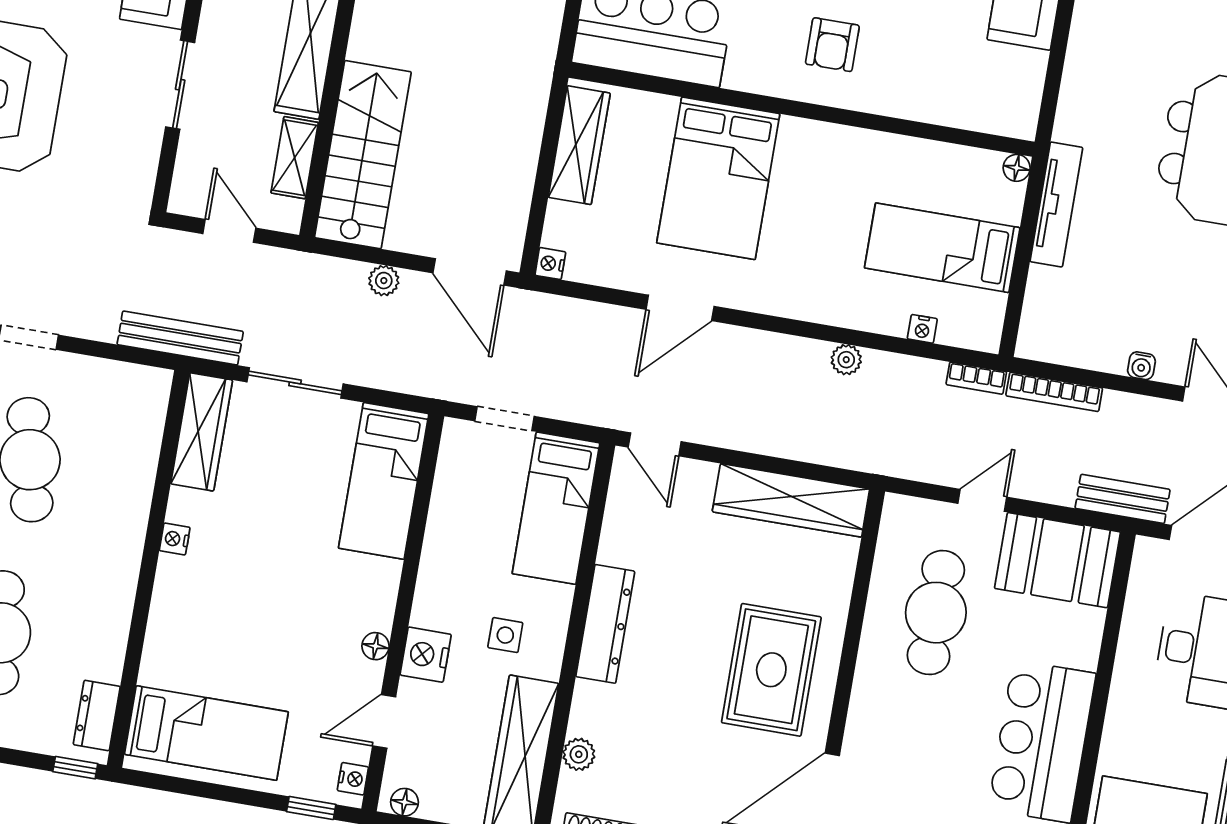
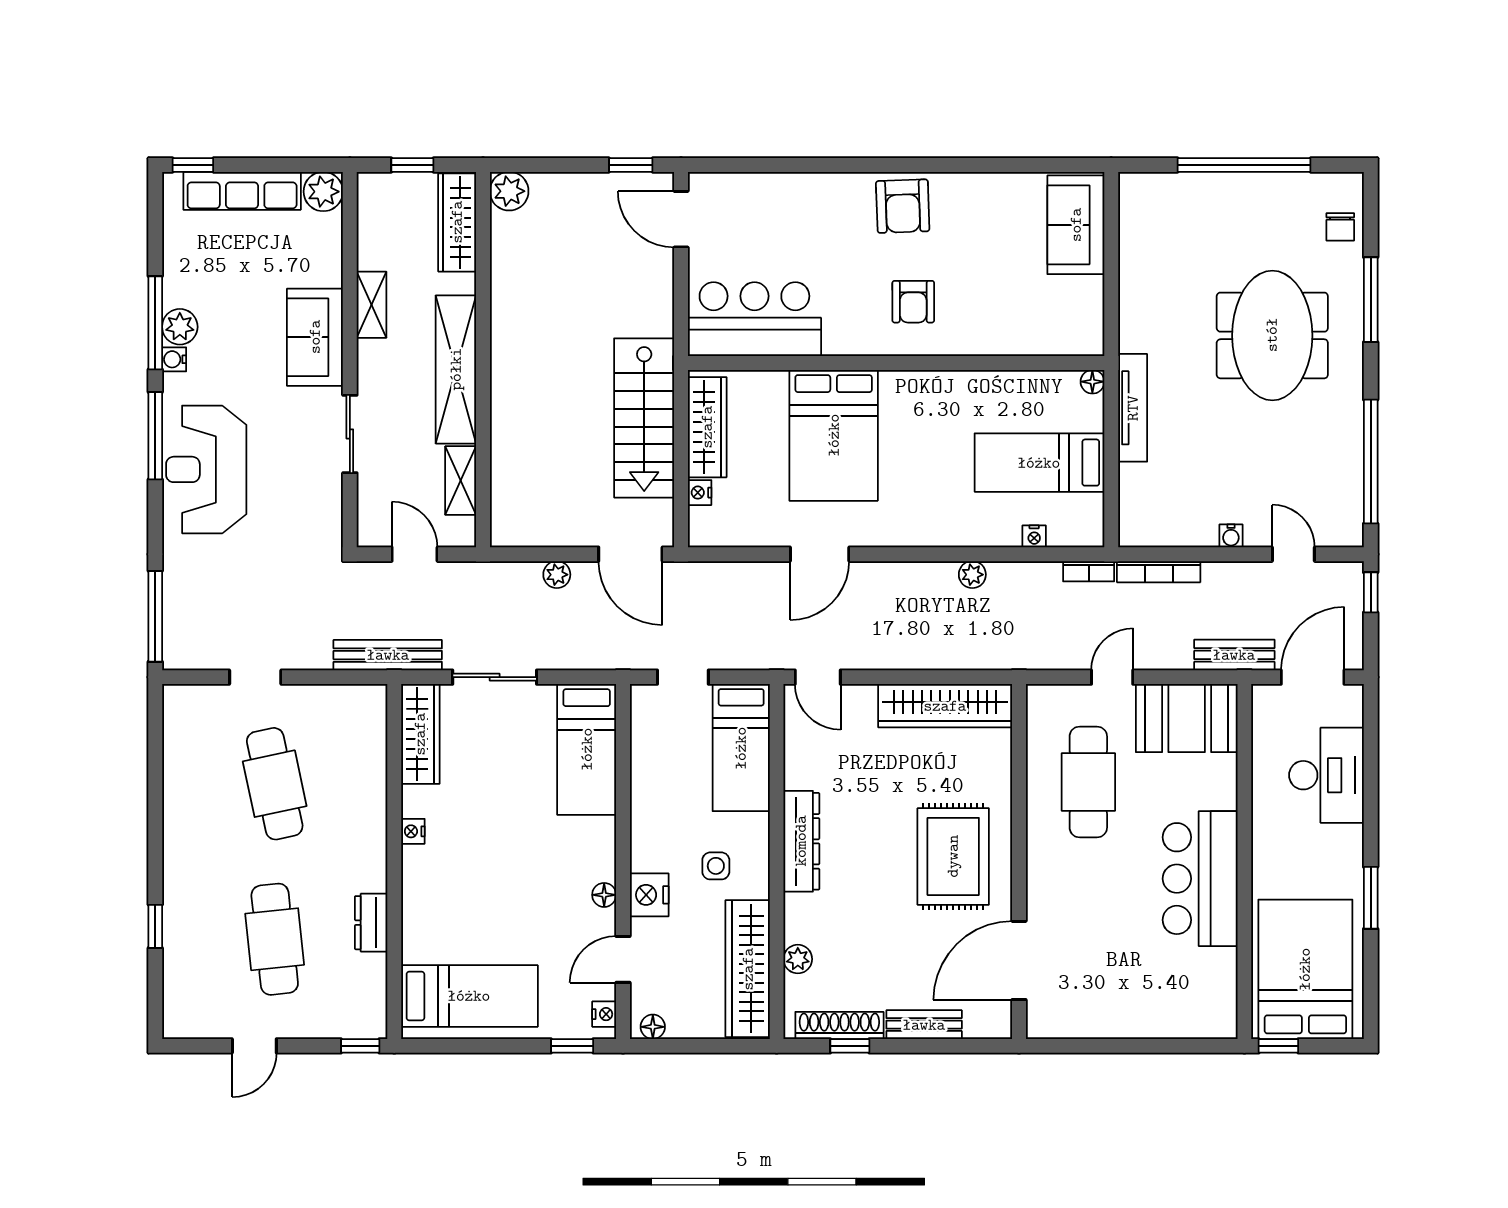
stairs: (363, 155) -> (644, 418), moved, turned 180
nightstand: (550, 264) -> (700, 493), moved
dresser: (97, 715) -> (371, 923), moved

